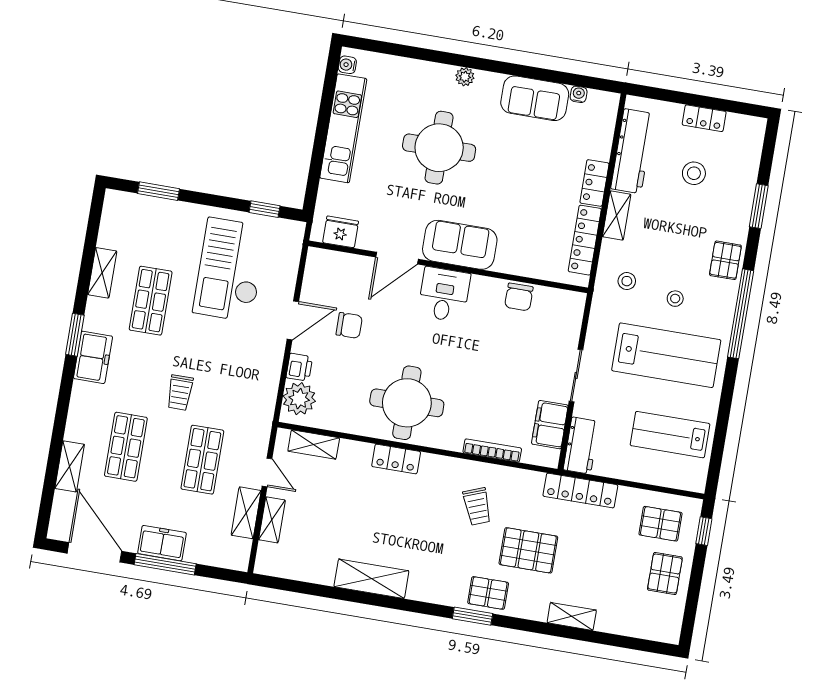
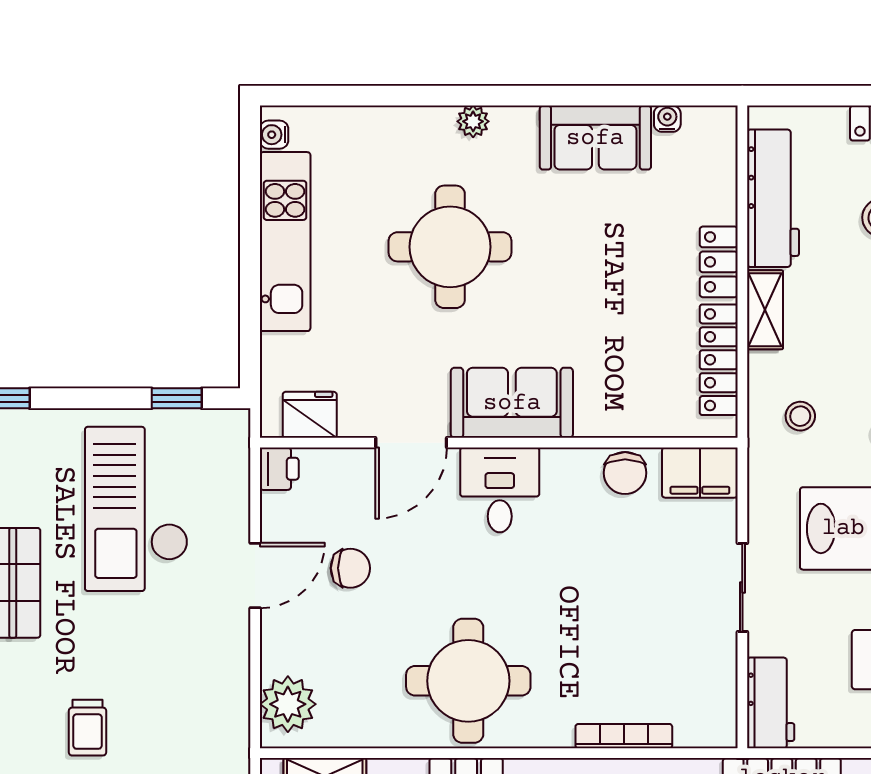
printer: (299, 367) -> (279, 469), moved
filing cabinet: (550, 425) -> (700, 473), moved, turned -90

